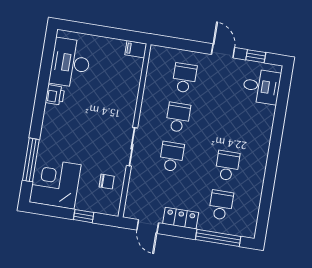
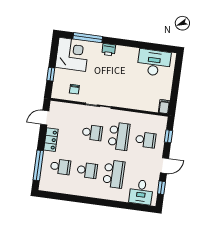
window: (180, 44) -> (169, 136), added
printer: (55, 95) -> (109, 50), moved
school desk: (178, 117) -> (119, 136), width x1.85
school desk: (234, 126) -> (114, 174), added

